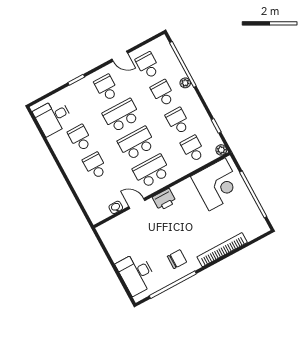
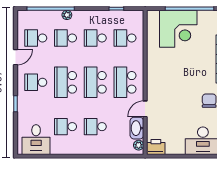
plant: (221, 150) -> (139, 145), moved
corner desk: (217, 184) -> (178, 29), moved, turned 90
printer: (164, 200) -> (156, 147), moved, turned -90
washbasin: (116, 207) -> (137, 128), width x1.91, depth x1.45

